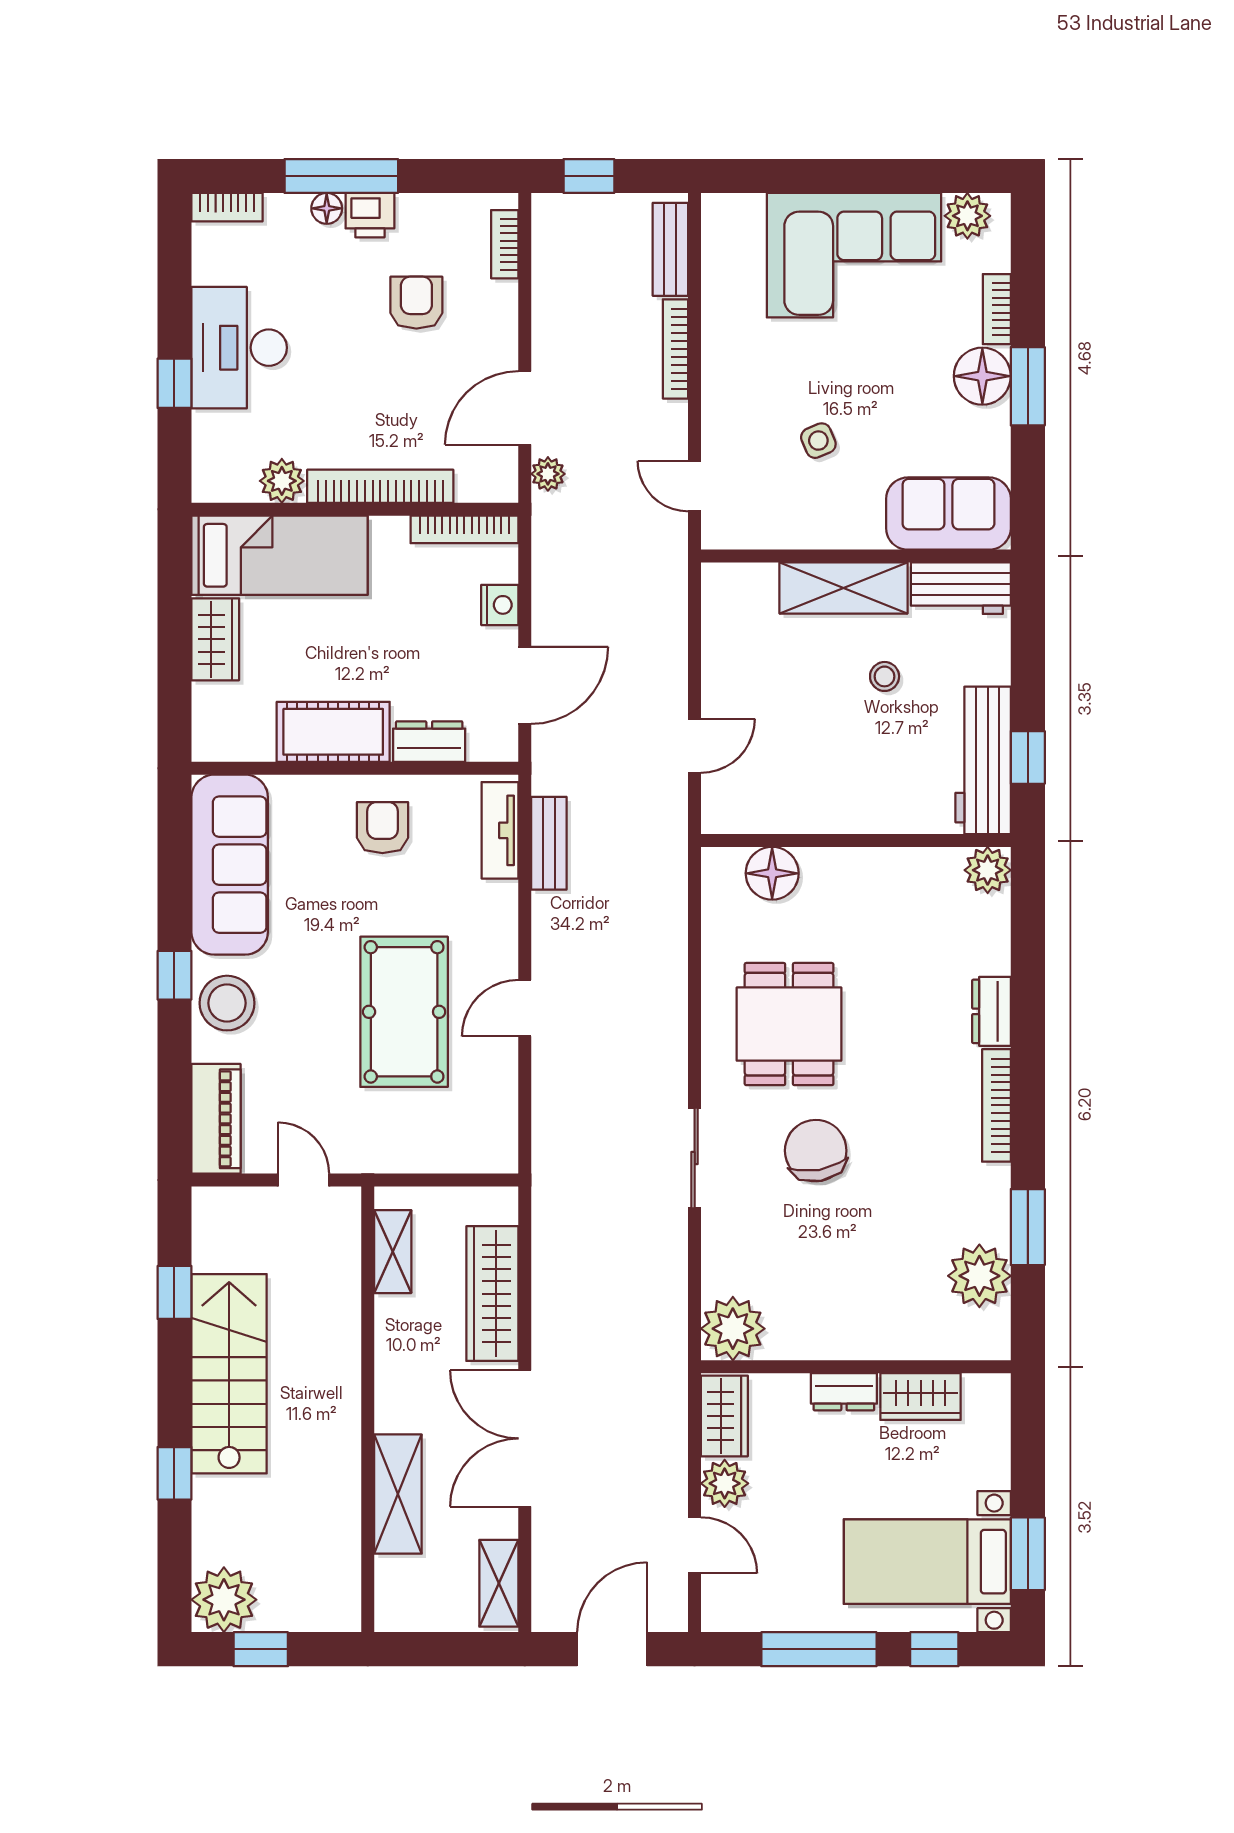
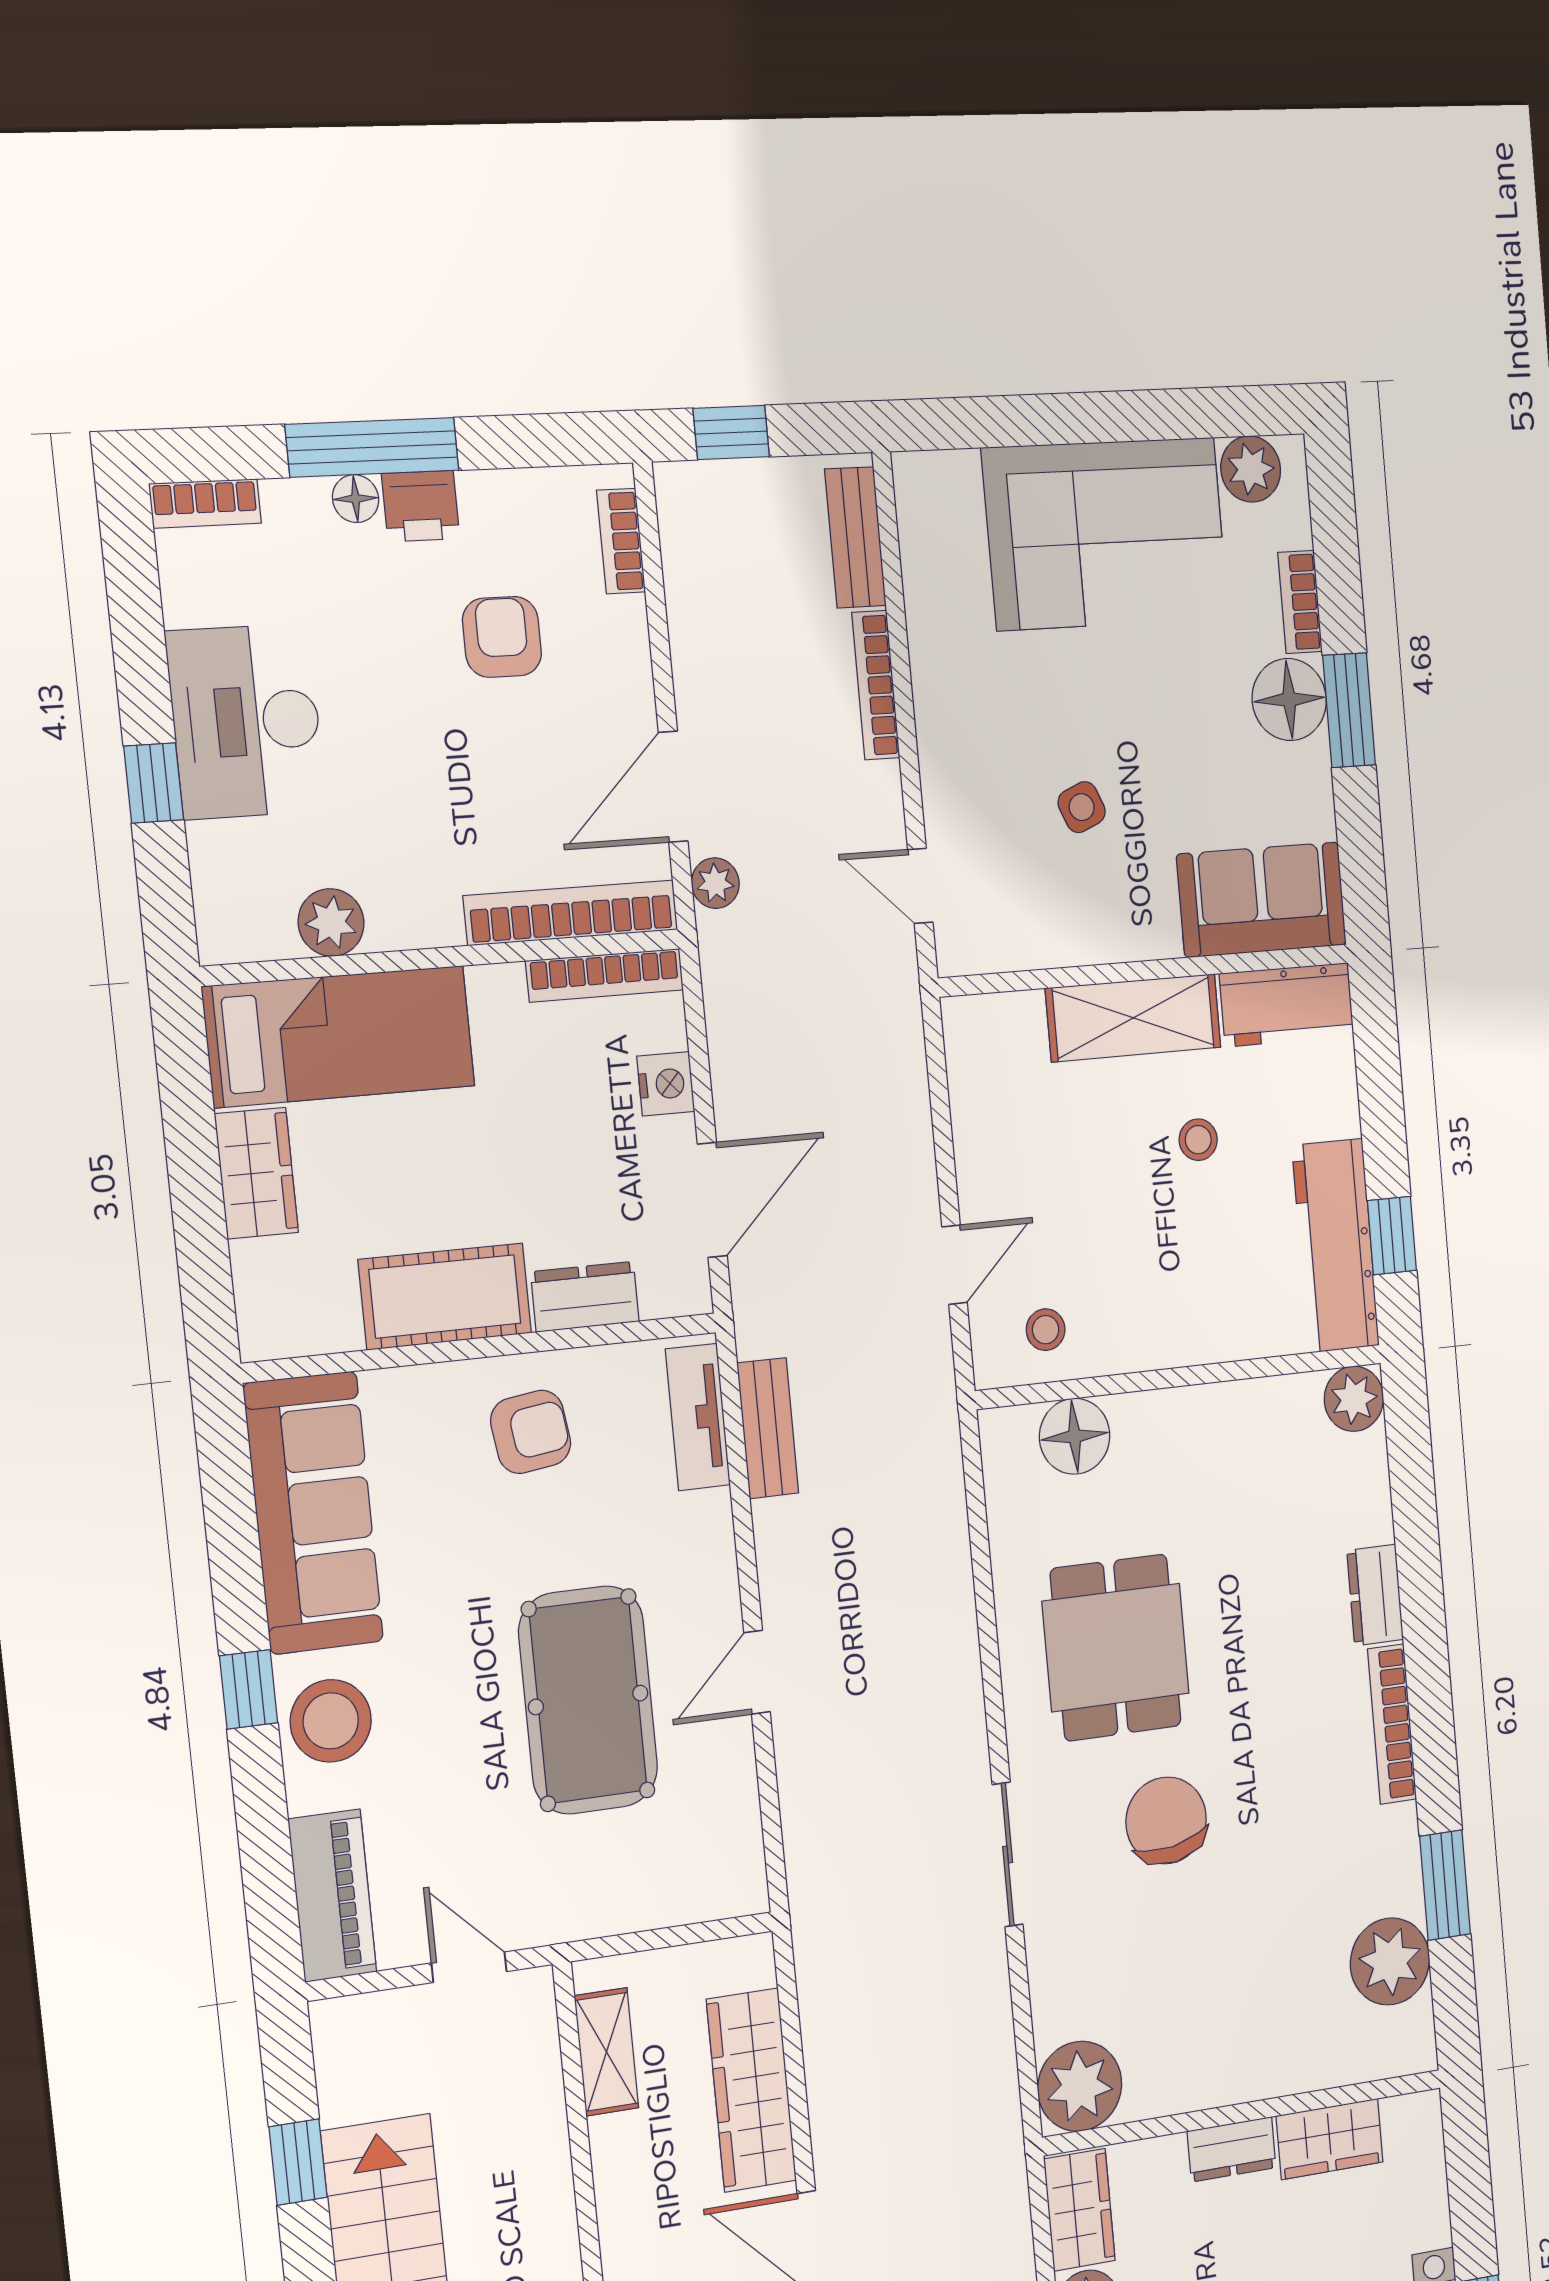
bookcase: (380, 486) -> (571, 913), moved
stool: (757, 797) -> (1046, 1330), added
armchair: (382, 828) -> (531, 1432), turned 82

